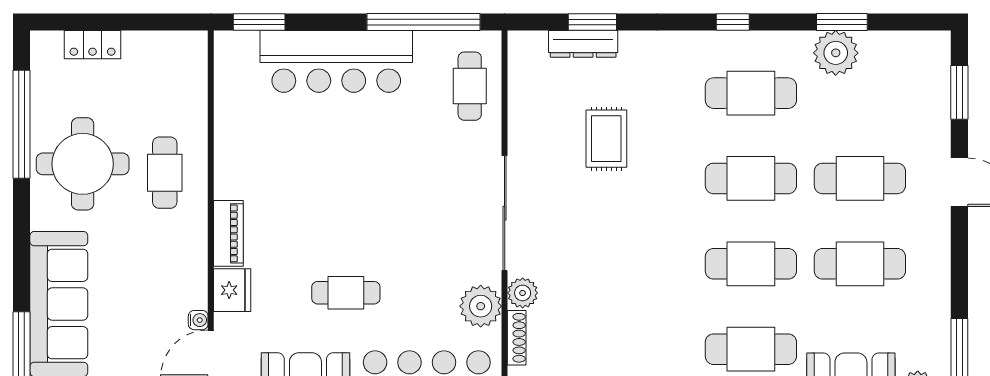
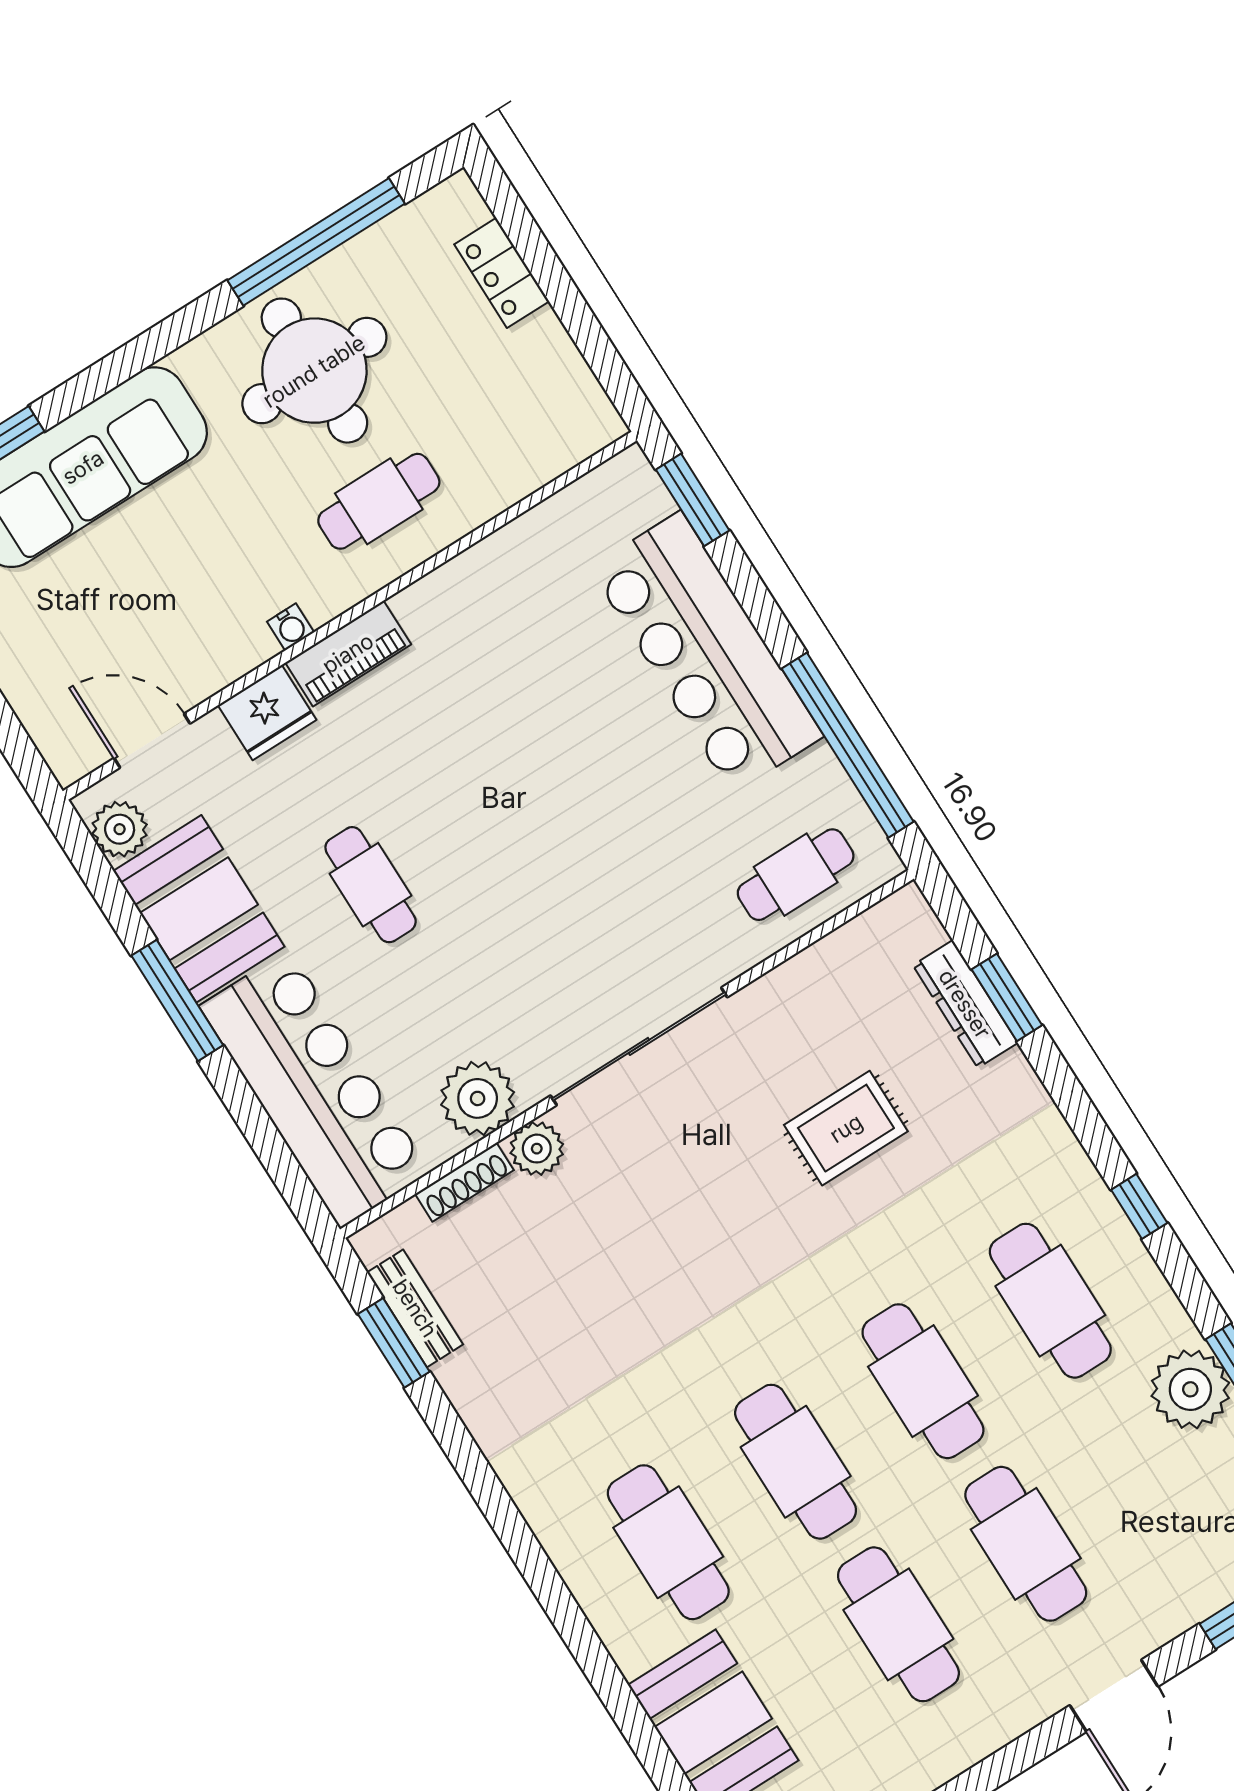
water cooler: (198, 320) -> (291, 627), moved

